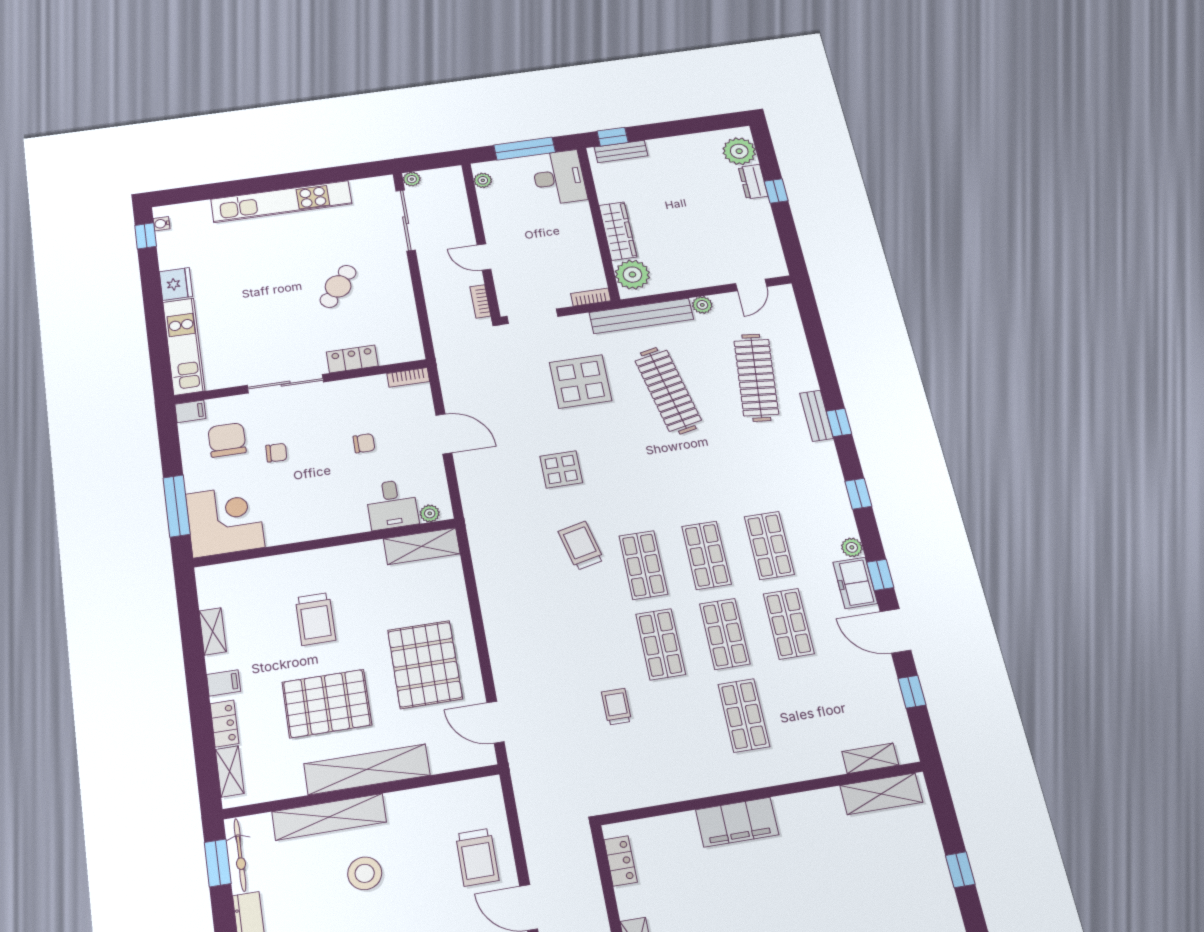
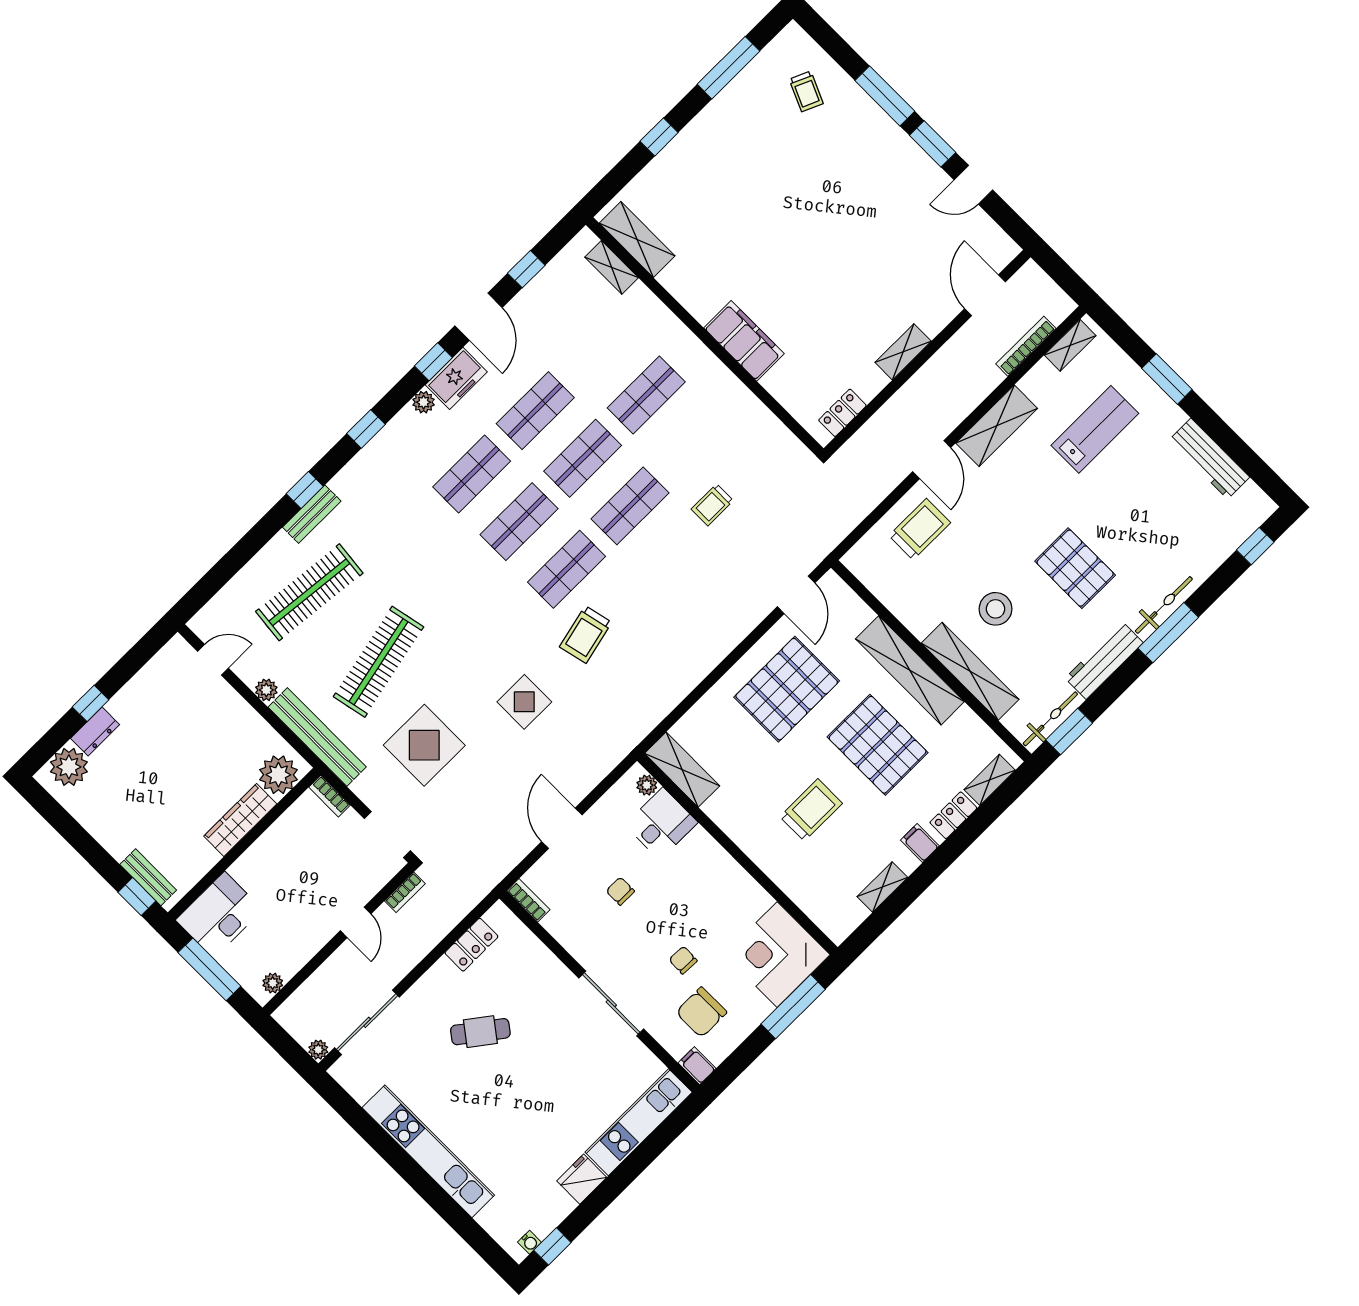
locker: (352, 359) -> (471, 945), moved, turned -90

